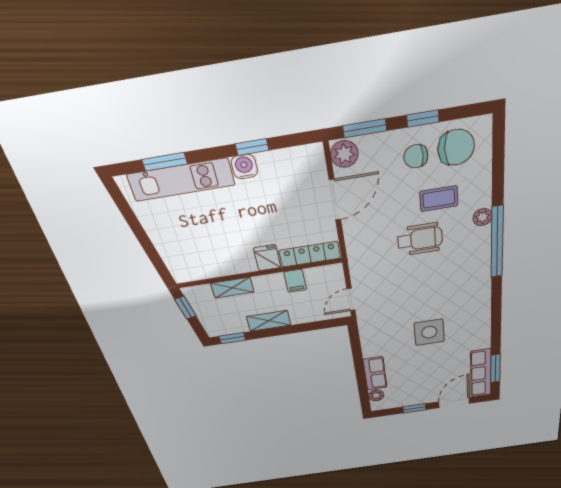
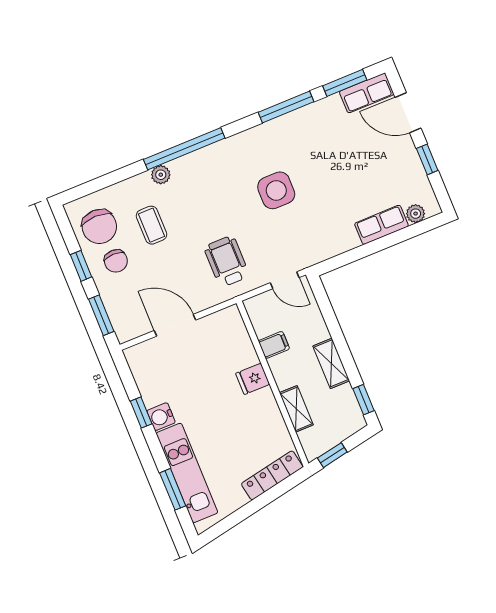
chair: (456, 147) -> (99, 227), turned 180
plant: (344, 154) -> (129, 328), removed
wheelchair: (420, 239) -> (227, 261), moved
locker: (310, 254) -> (272, 475), moved, turned 79
window: (496, 327) -> (286, 107), added
side table: (429, 332) -> (276, 190), moved
row of seats: (481, 373) -> (367, 93), width x0.68

